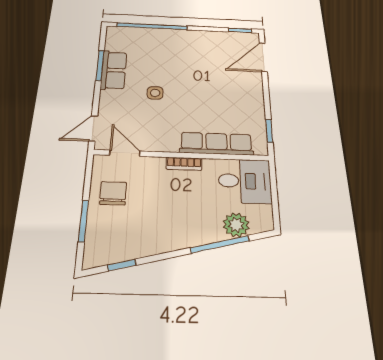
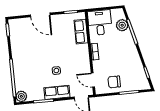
plant: (116, 34) -> (21, 96), added
door: (263, 57) -> (40, 15), moved
row of seats: (114, 70) -> (57, 92), moved
row of seats: (216, 144) -> (81, 32), width x0.68
door: (125, 153) -> (93, 80), hinge flipped

